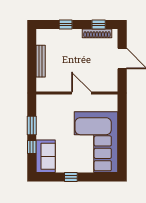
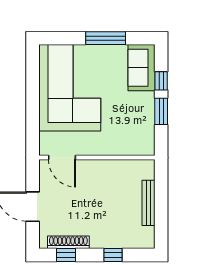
door: (81, 93) -> (62, 158), moved
window: (71, 177) -> (106, 38), width x2.17

